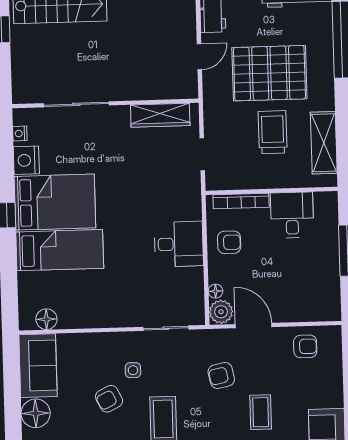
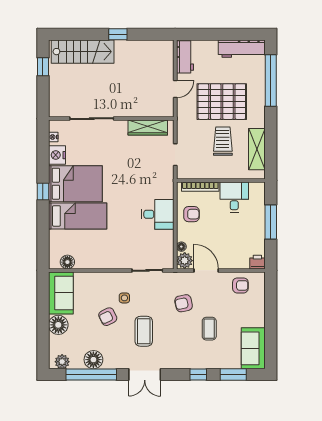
printer: (330, 311) -> (257, 262), added

